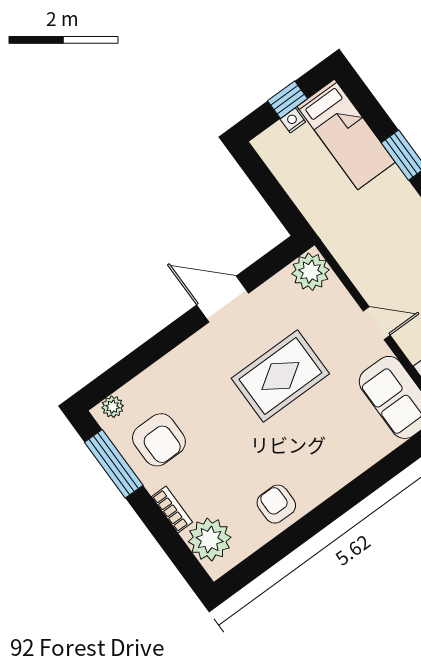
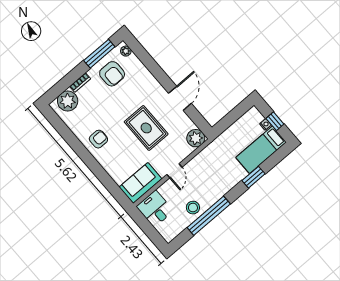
armchair: (159, 440) -> (112, 74), turned -90
armchair: (276, 504) -> (98, 139), moved

